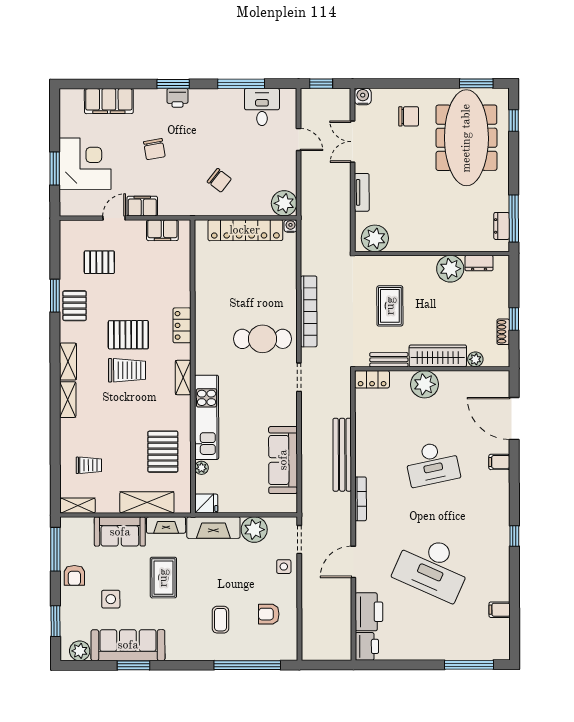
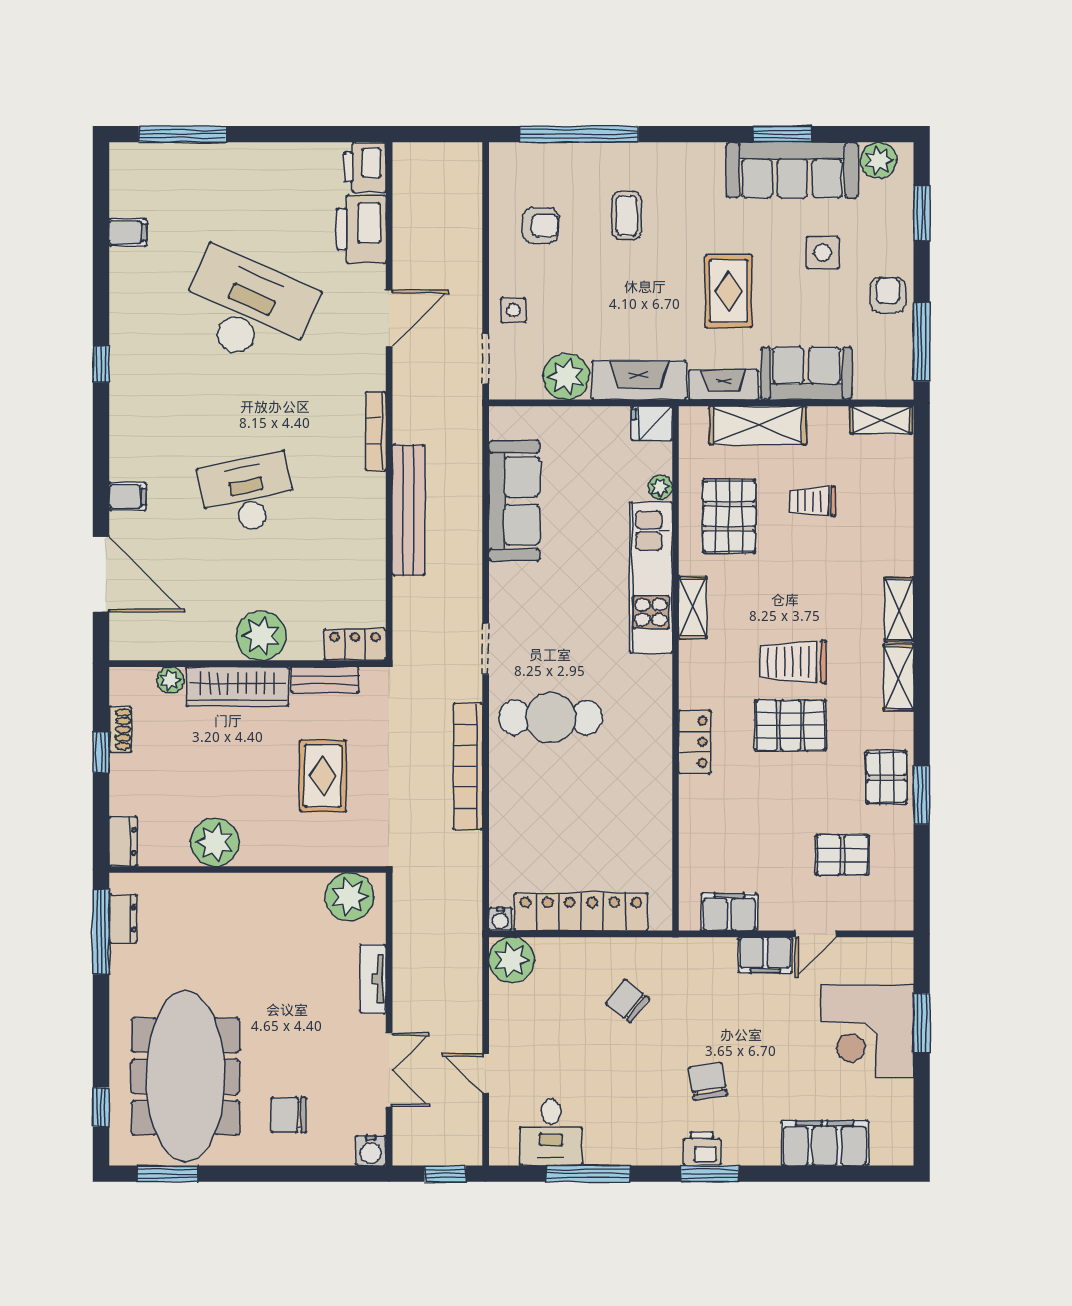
chair: (154, 149) -> (708, 1081), moved
dresser: (479, 263) -> (123, 841), moved, turned 90
shelving: (183, 378) -> (693, 608), moved
trolley: (89, 465) -> (812, 501), moved

